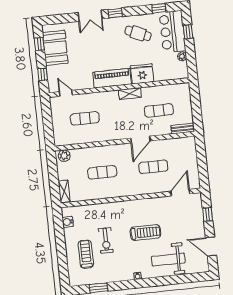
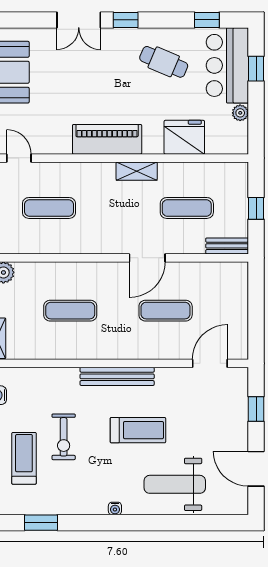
fridge: (142, 74) -> (184, 137), moved
window: (196, 107) -> (256, 208), added
bench: (131, 205) -> (117, 376), added

